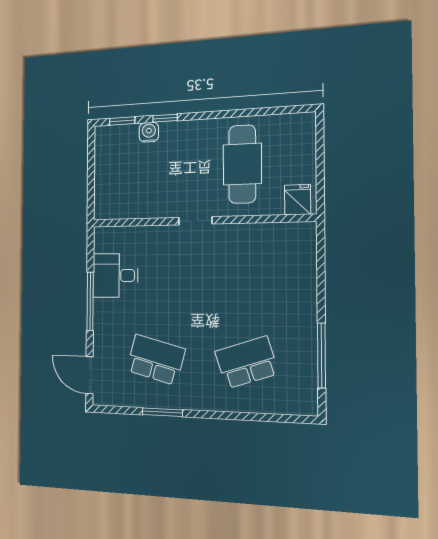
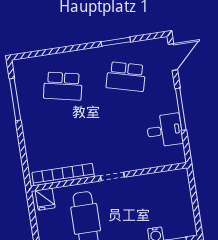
bookcase: (266, 233) -> (63, 175), added
school desk: (247, 362) -> (63, 86), turned 30
door: (90, 375) -> (173, 57), hinge flipped

